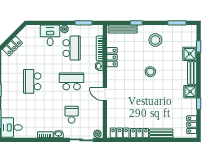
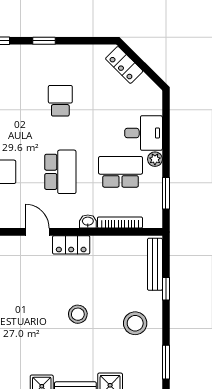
school desk: (72, 48) -> (121, 172), turned 180
locker: (112, 57) -> (71, 245), moved
school desk: (32, 81) -> (60, 101), width x0.54
door: (105, 94) -> (37, 232), hinge flipped

